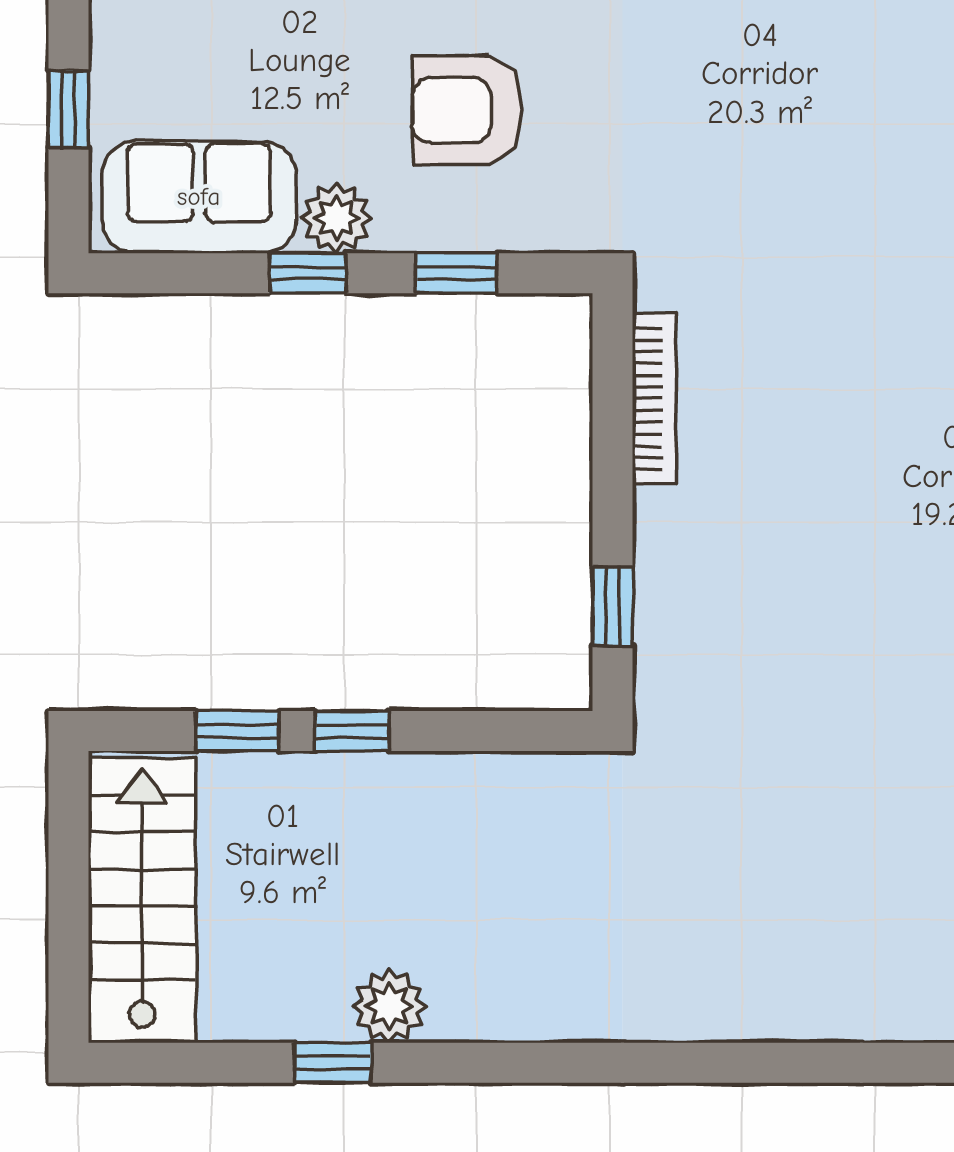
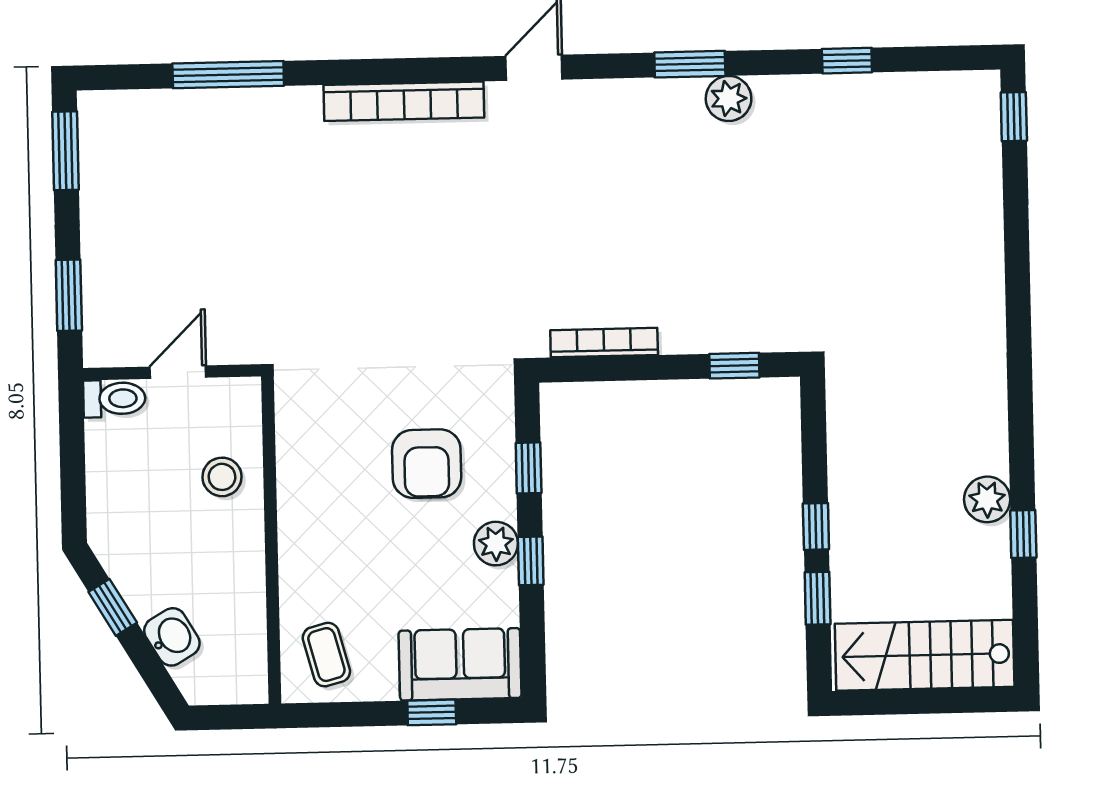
sofa: (199, 197) -> (460, 664), moved, turned 90

